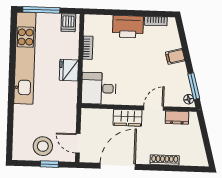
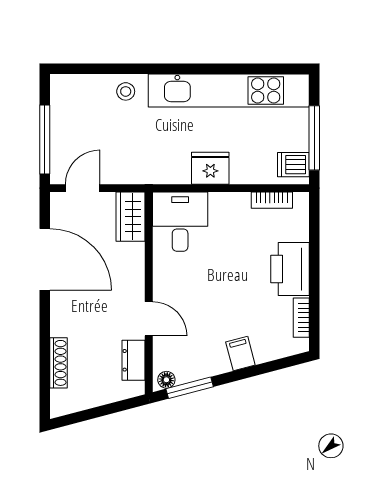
window: (41, 10) -> (314, 138), moved
bookcase: (88, 48) -> (272, 200), moved
wardrobe: (128, 118) -> (130, 217), moved
stool: (43, 146) -> (126, 91), moved, width x0.53, depth x0.53
shoe rack: (165, 160) -> (58, 363), moved
window: (49, 164) -> (45, 140), width x2.17

